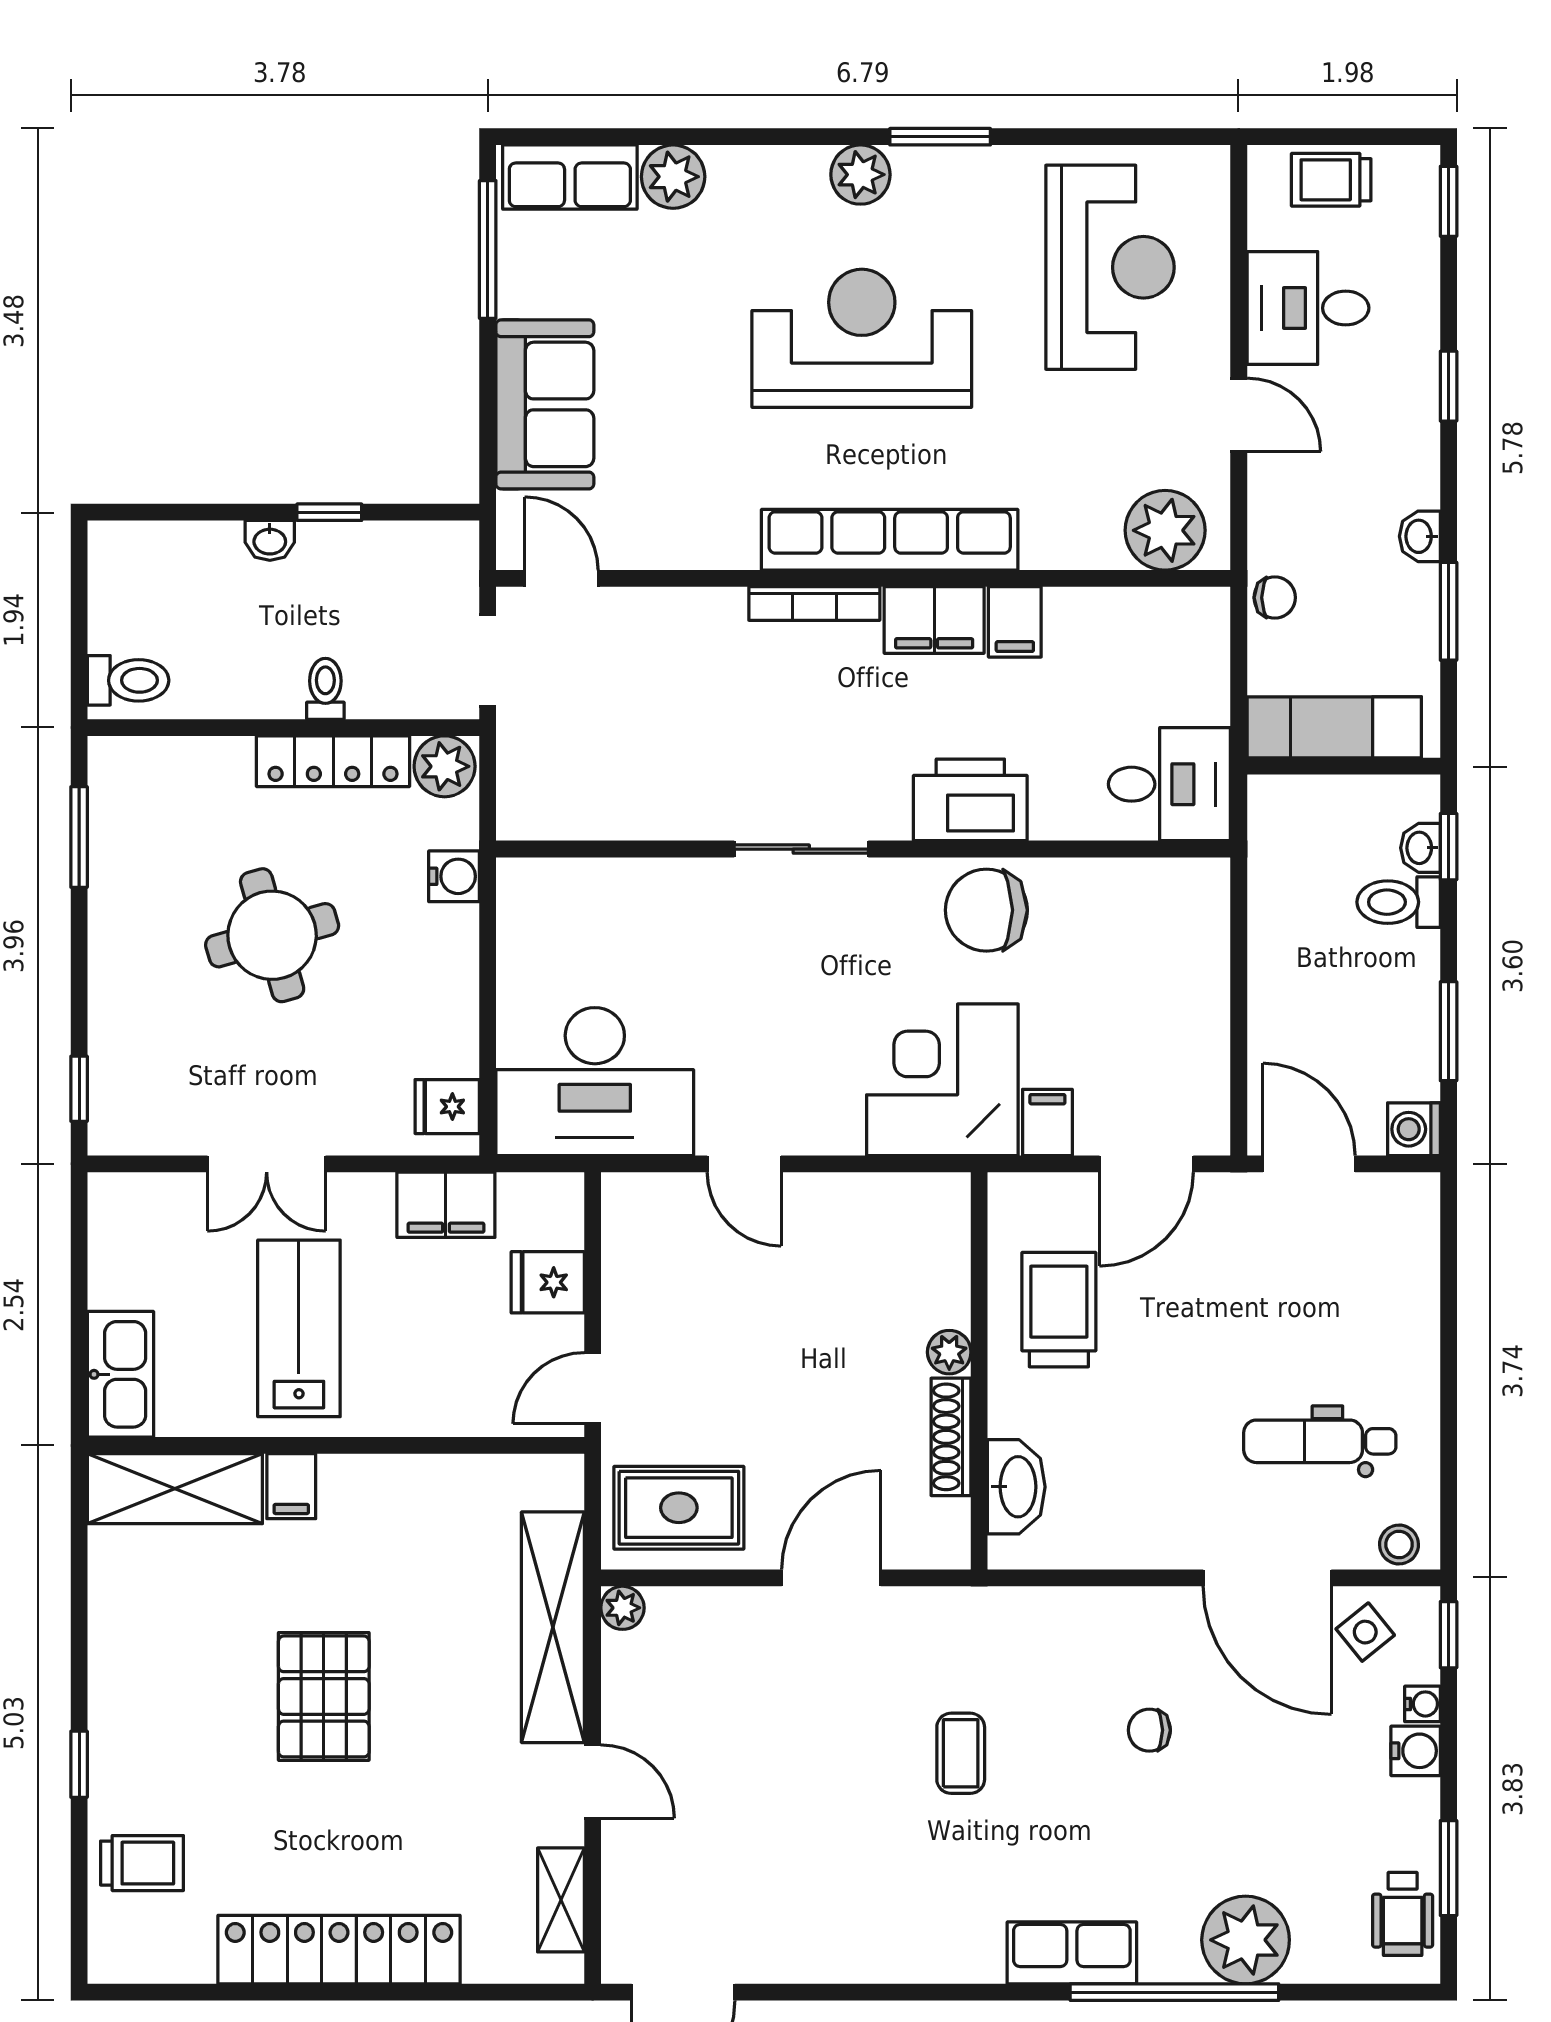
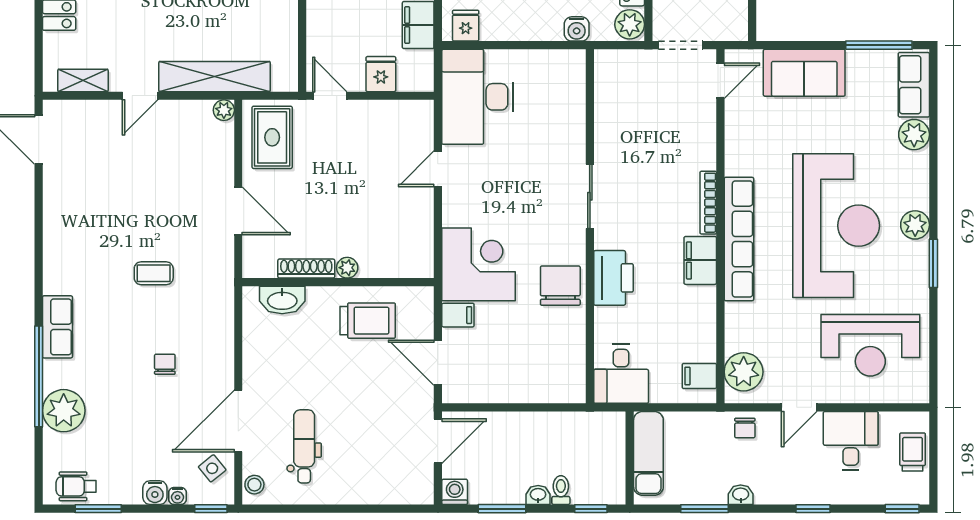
reception desk: (862, 338) -> (836, 226), width x1.36, depth x1.30
chair: (1275, 598) -> (745, 428), moved
filing cabinet: (1015, 622) -> (699, 376), moved
washbasin: (1420, 848) -> (538, 495), moved
toilet: (1399, 902) -> (561, 490), width x0.73, depth x0.72

